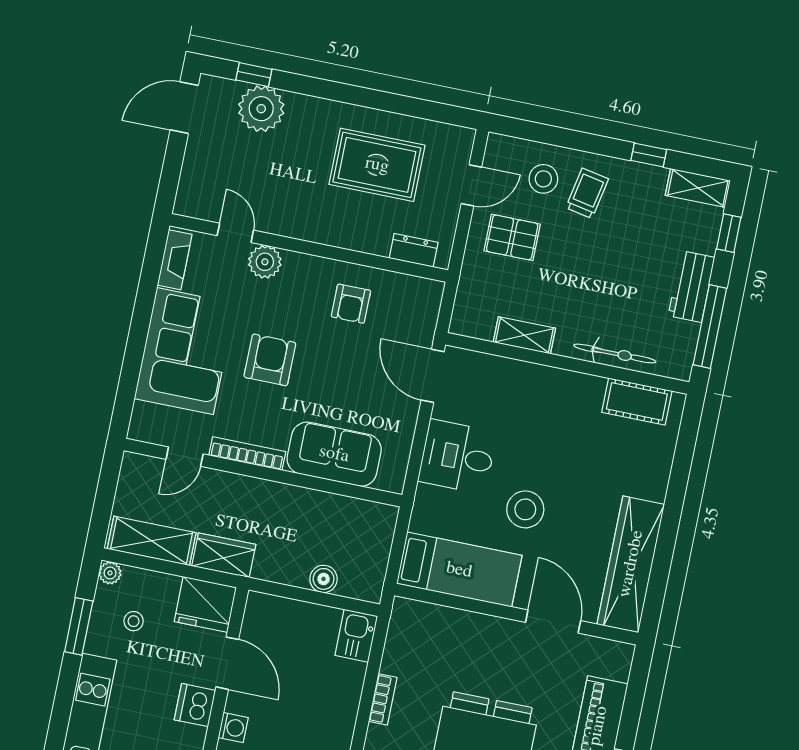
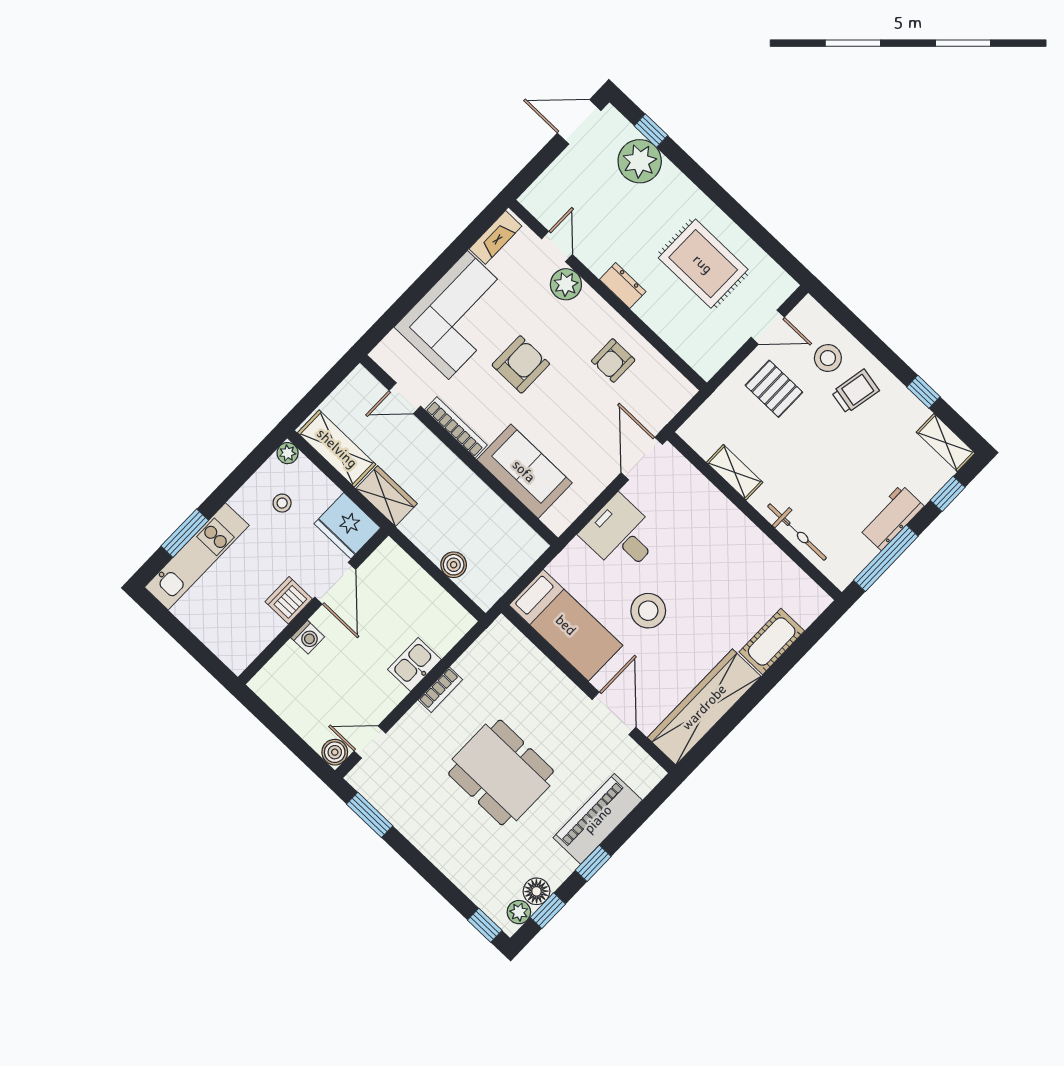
dresser: (414, 250) -> (623, 286), moved
cot: (637, 402) -> (772, 641), moved, turned 90
window: (79, 626) -> (185, 533), moved
kitchen sink: (356, 636) -> (414, 664), moved

